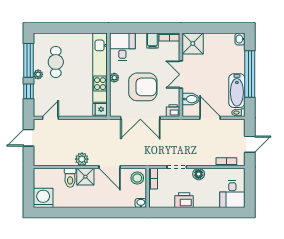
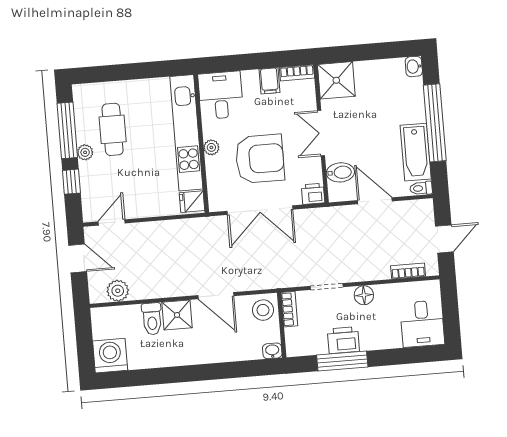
door: (28, 138) -> (78, 258), swing flipped
plant: (82, 159) -> (118, 291), moved
window: (182, 213) -> (342, 361), added

